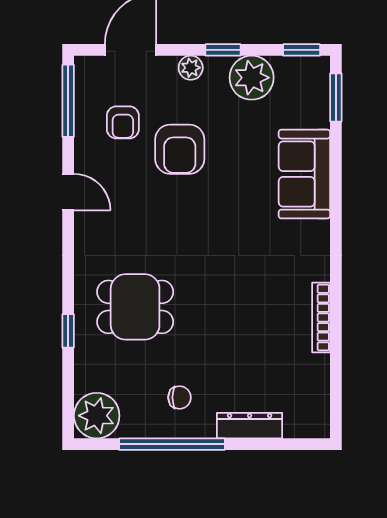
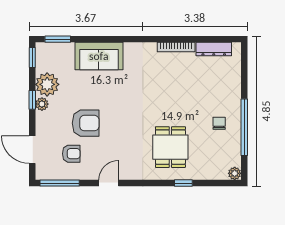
plant: (191, 68) -> (42, 104), moved
plant: (97, 416) -> (235, 173), width x0.53, depth x0.53
dresser: (250, 426) -> (214, 49), moved, turned -90

